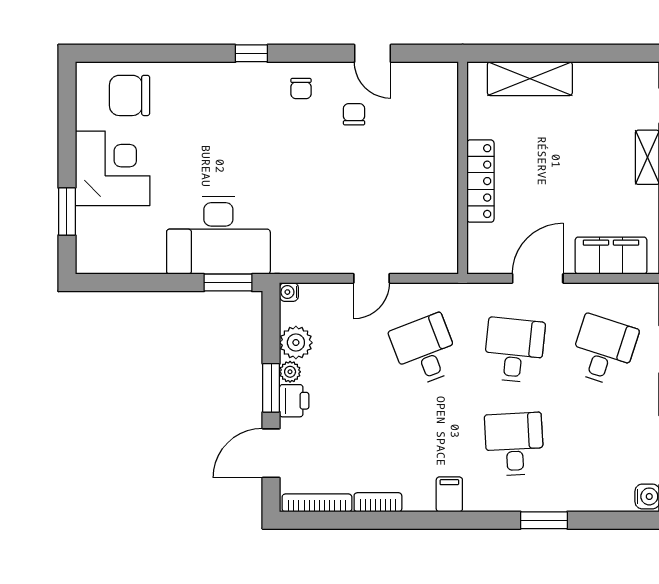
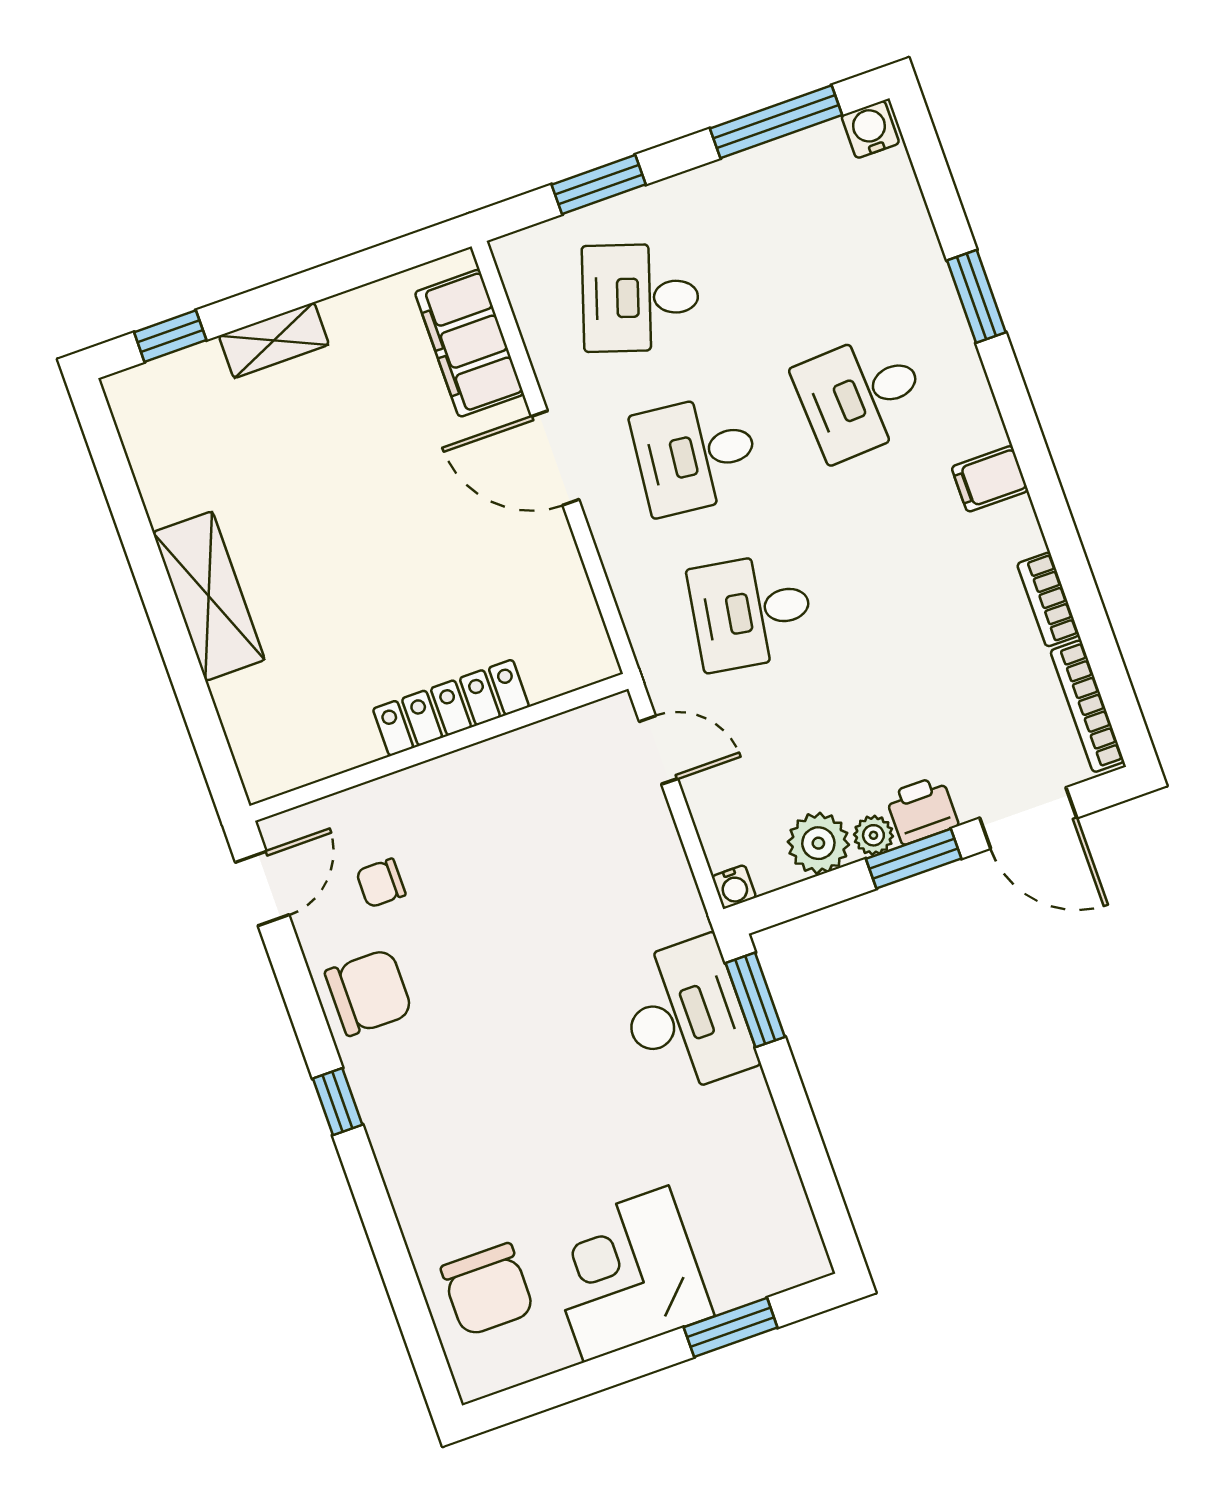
chair: (301, 89) -> (369, 992), width x1.87, depth x1.87
wall: (463, 168) -> (439, 747), moved
locker: (480, 181) -> (451, 708), moved
desk: (218, 235) -> (685, 1016), width x0.73, depth x0.77
desk: (425, 350) -> (752, 611), turned 30

